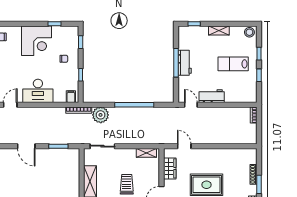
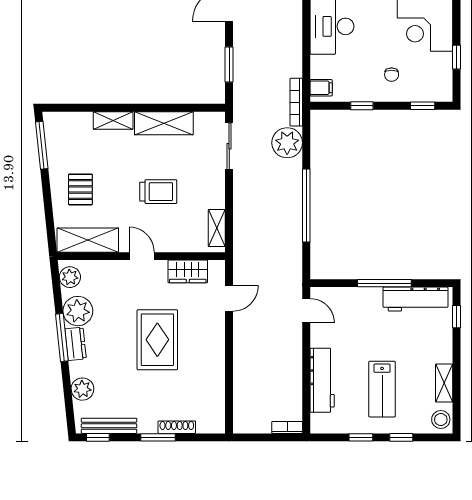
shelving: (219, 30) -> (444, 383), moved
workbench: (185, 63) -> (415, 299), moved, width x1.37
lab bench: (233, 64) -> (382, 389), turned 180
workbench: (212, 96) -> (322, 380), moved, width x1.38
door: (191, 105) -> (306, 311), hinge flipped

